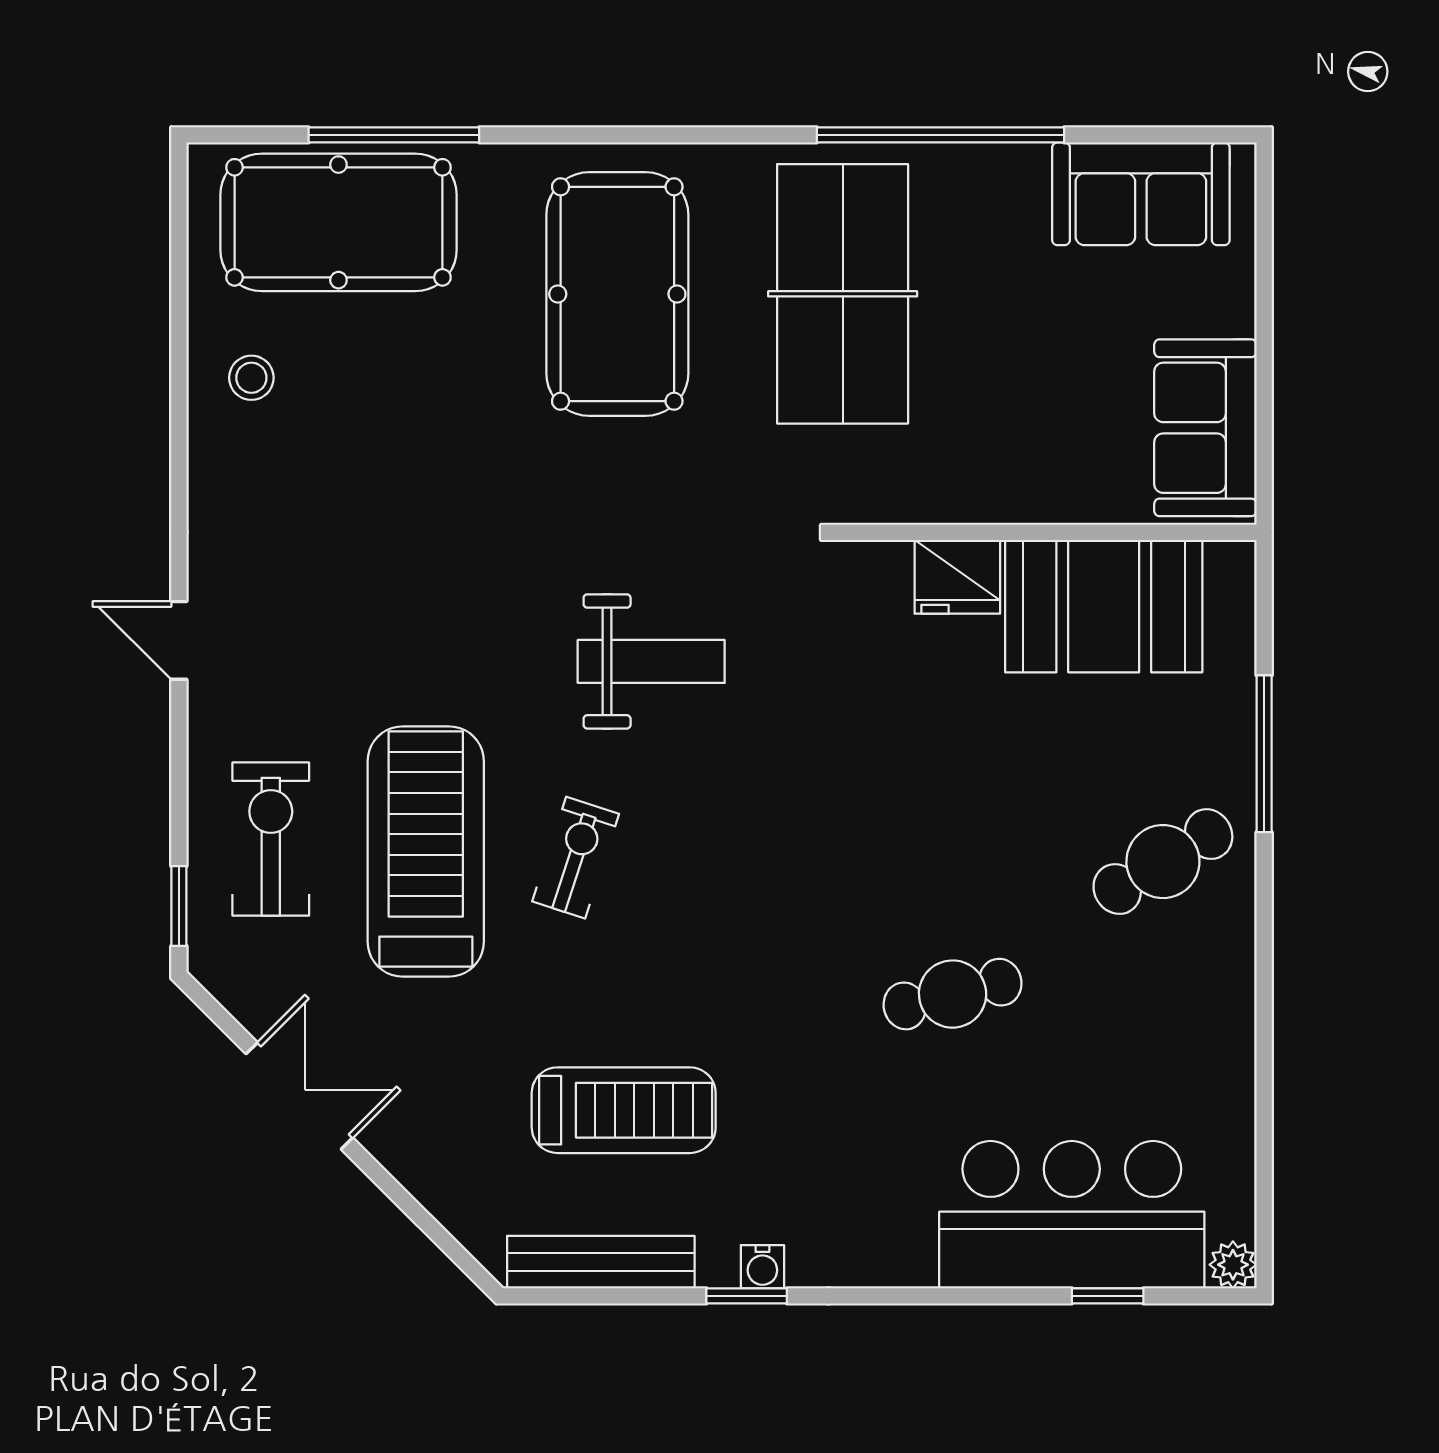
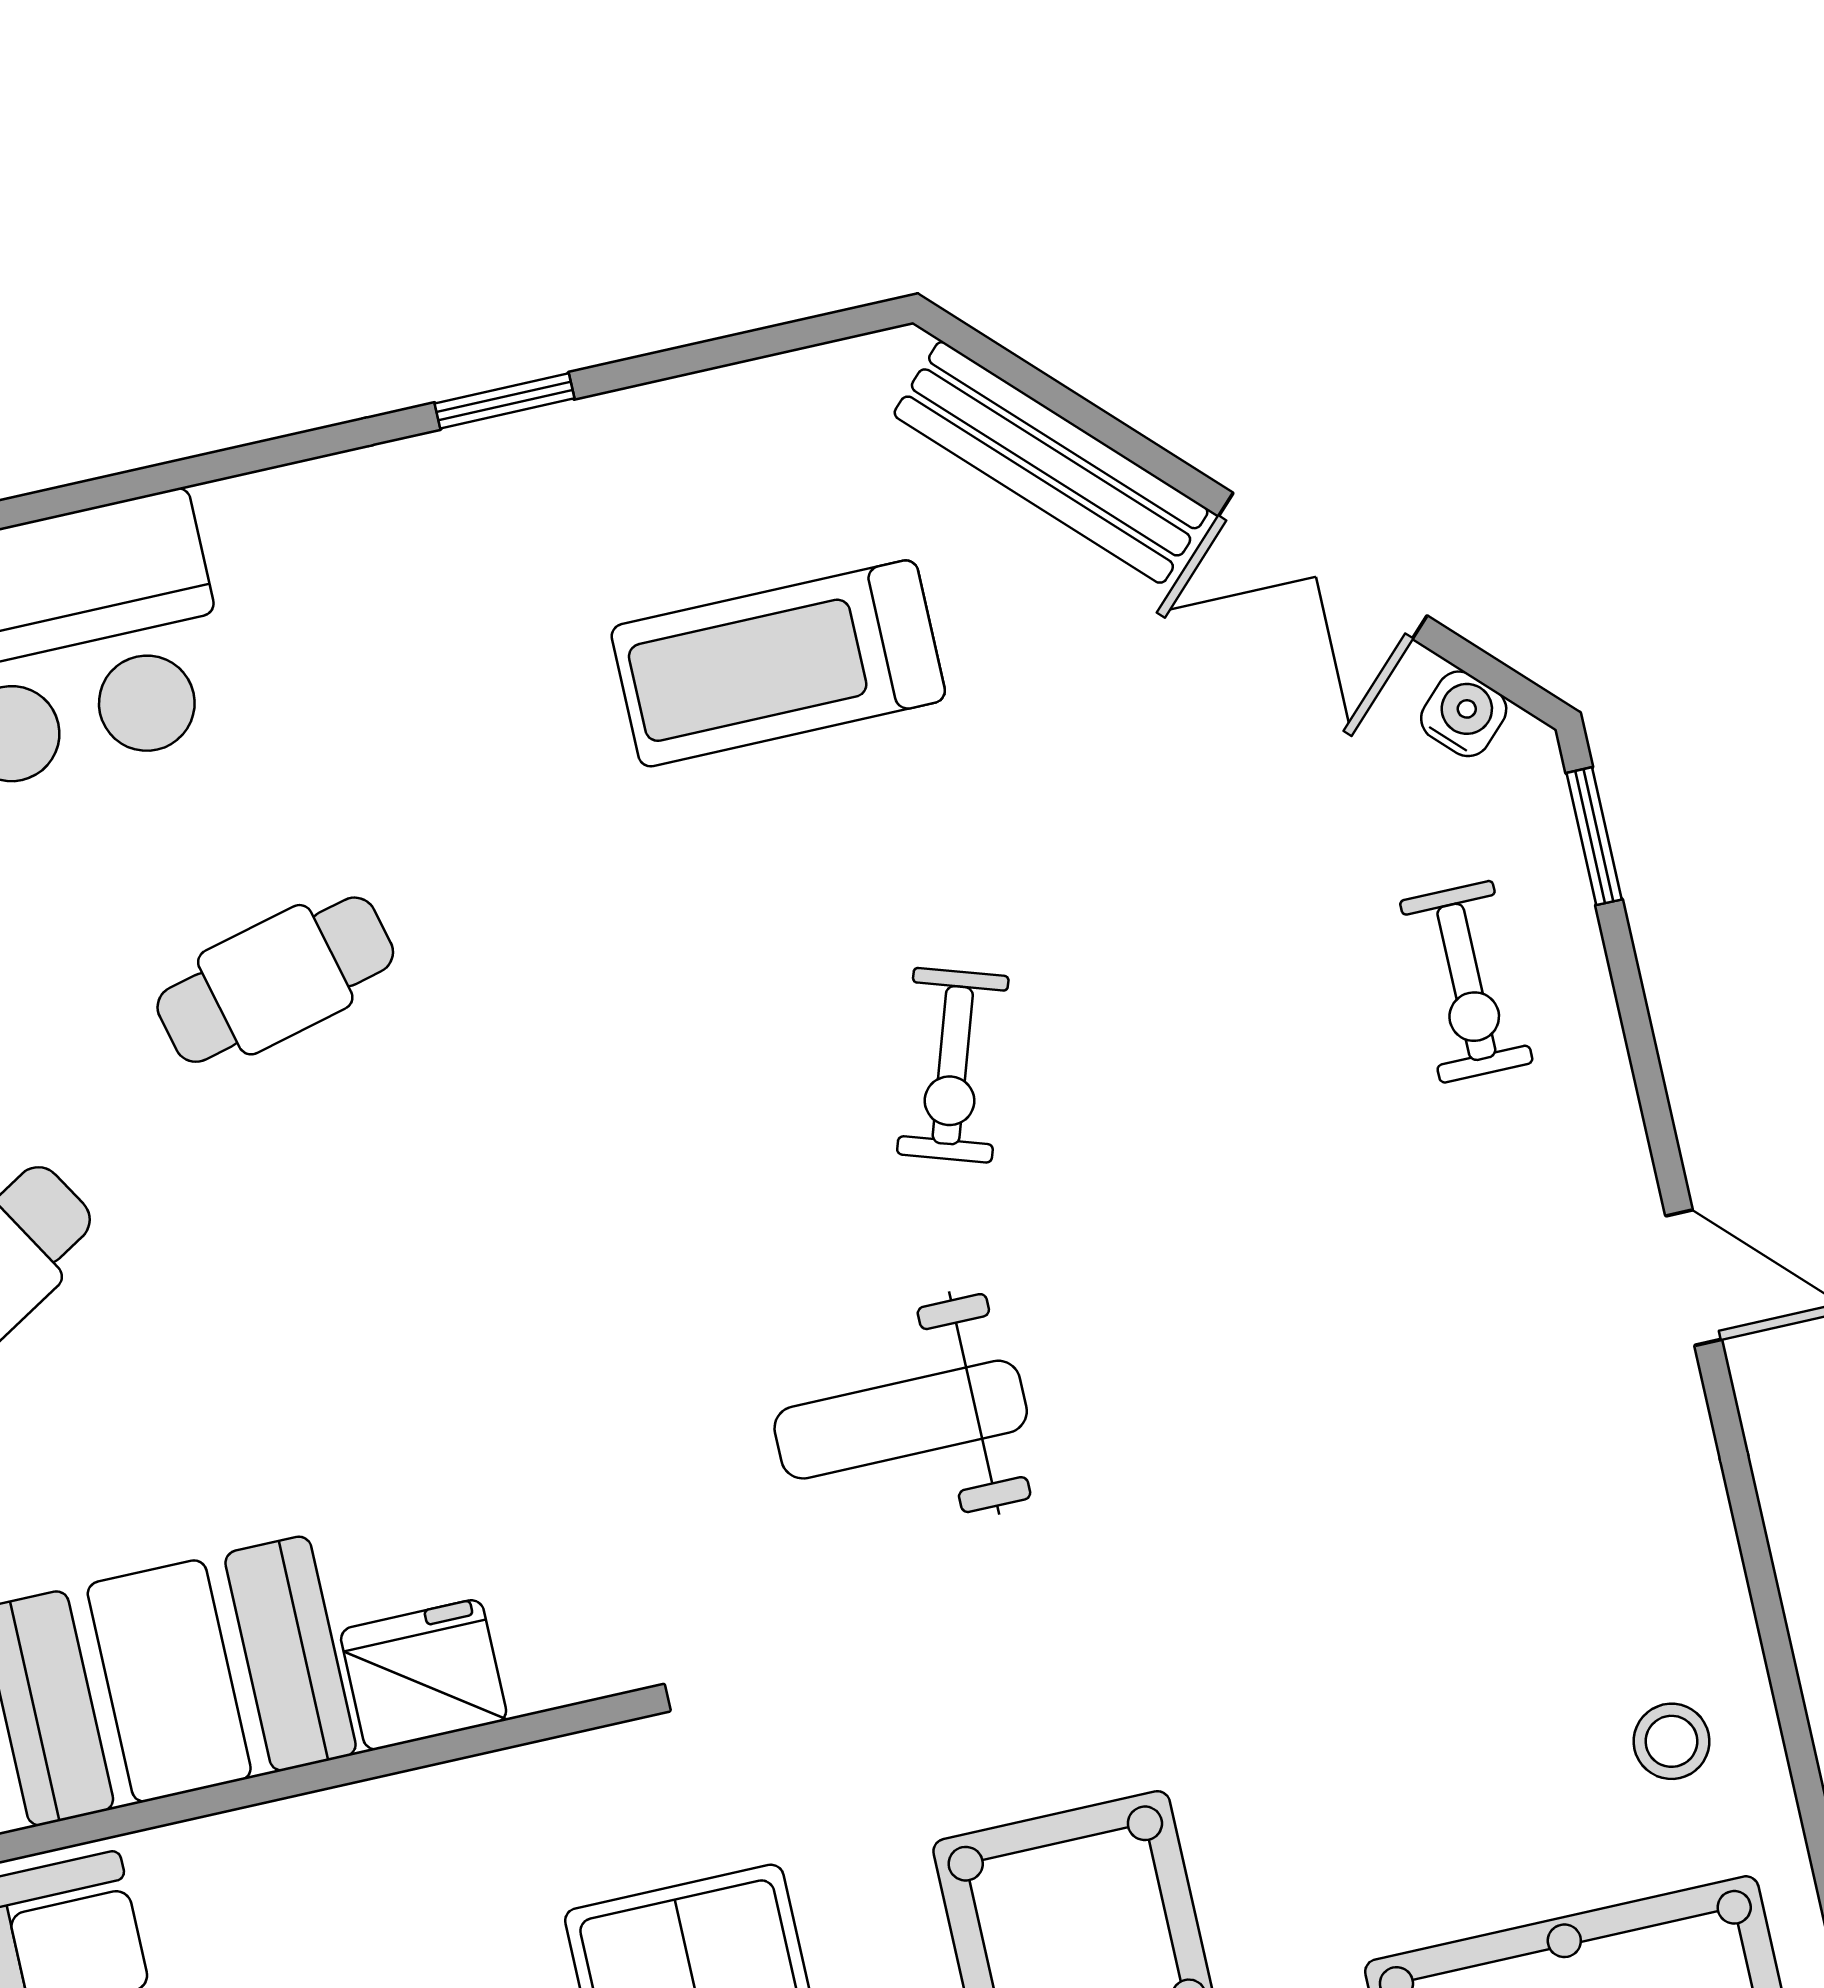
exercise bike: (271, 839) -> (1466, 982), width x0.73, depth x0.72
treadmill: (426, 851) -> (1204, 1019), removed
bench: (601, 1262) -> (1051, 462), moved, turned 45
water cooler: (762, 1267) -> (1464, 714), moved, turned 45

